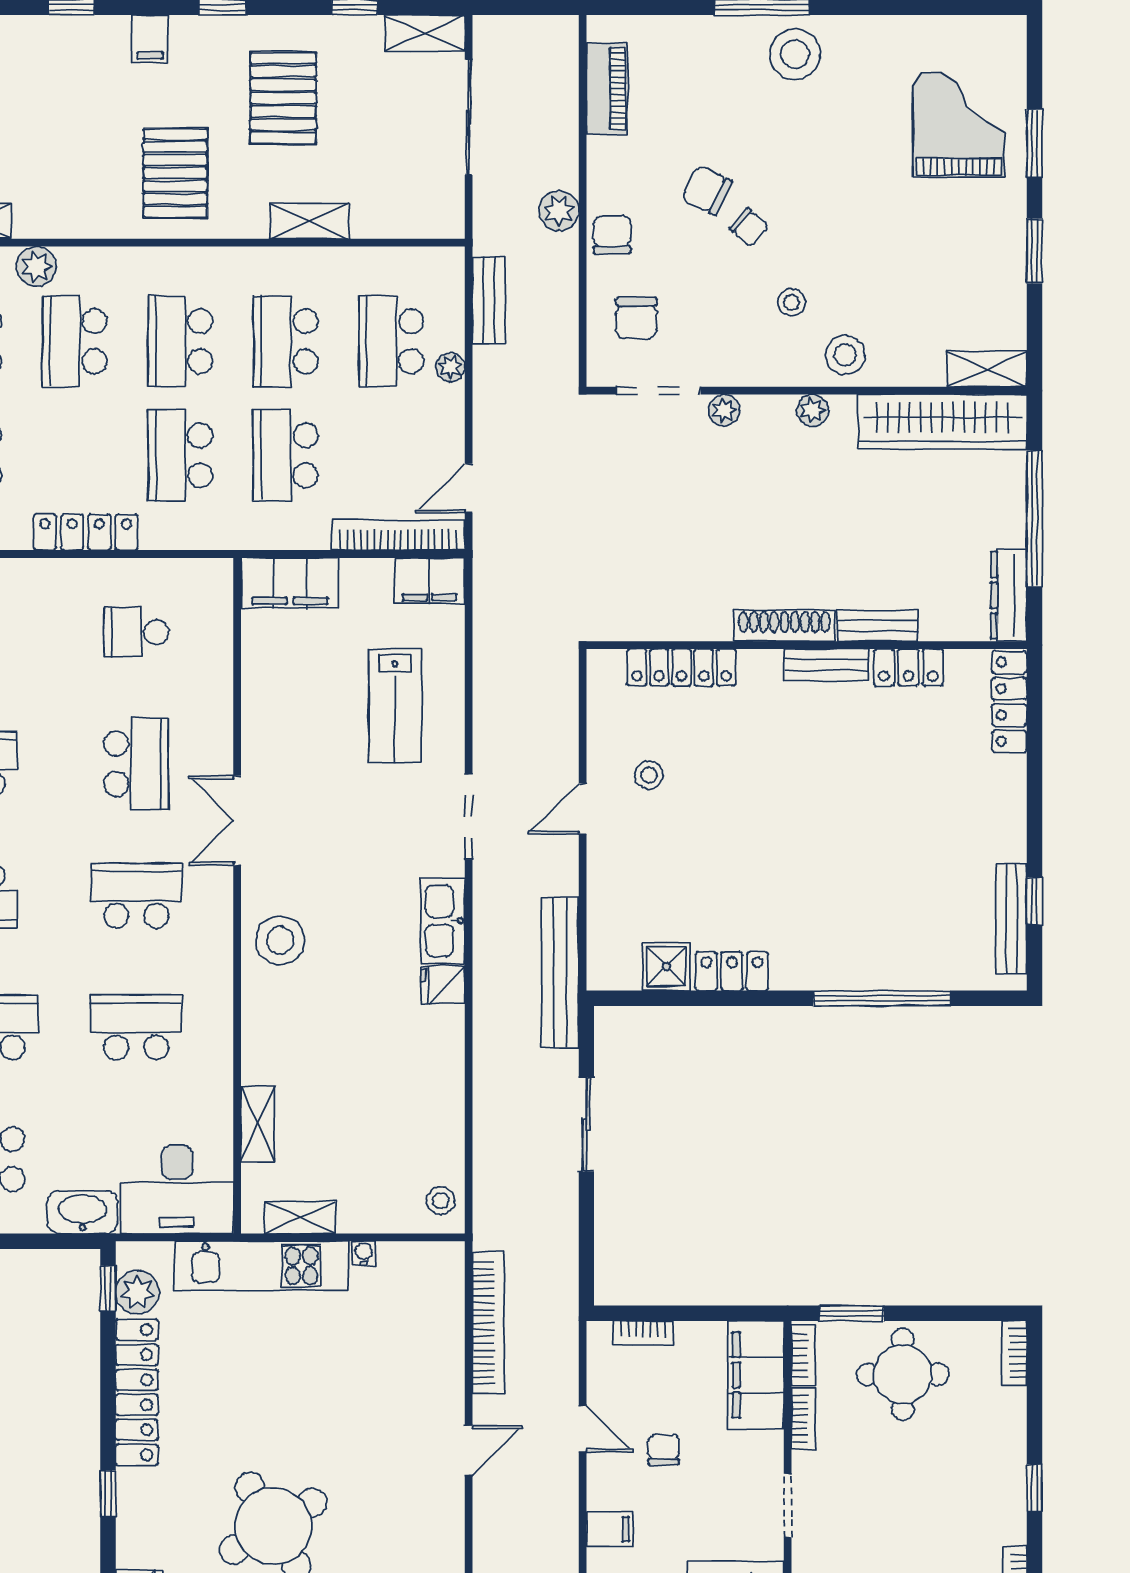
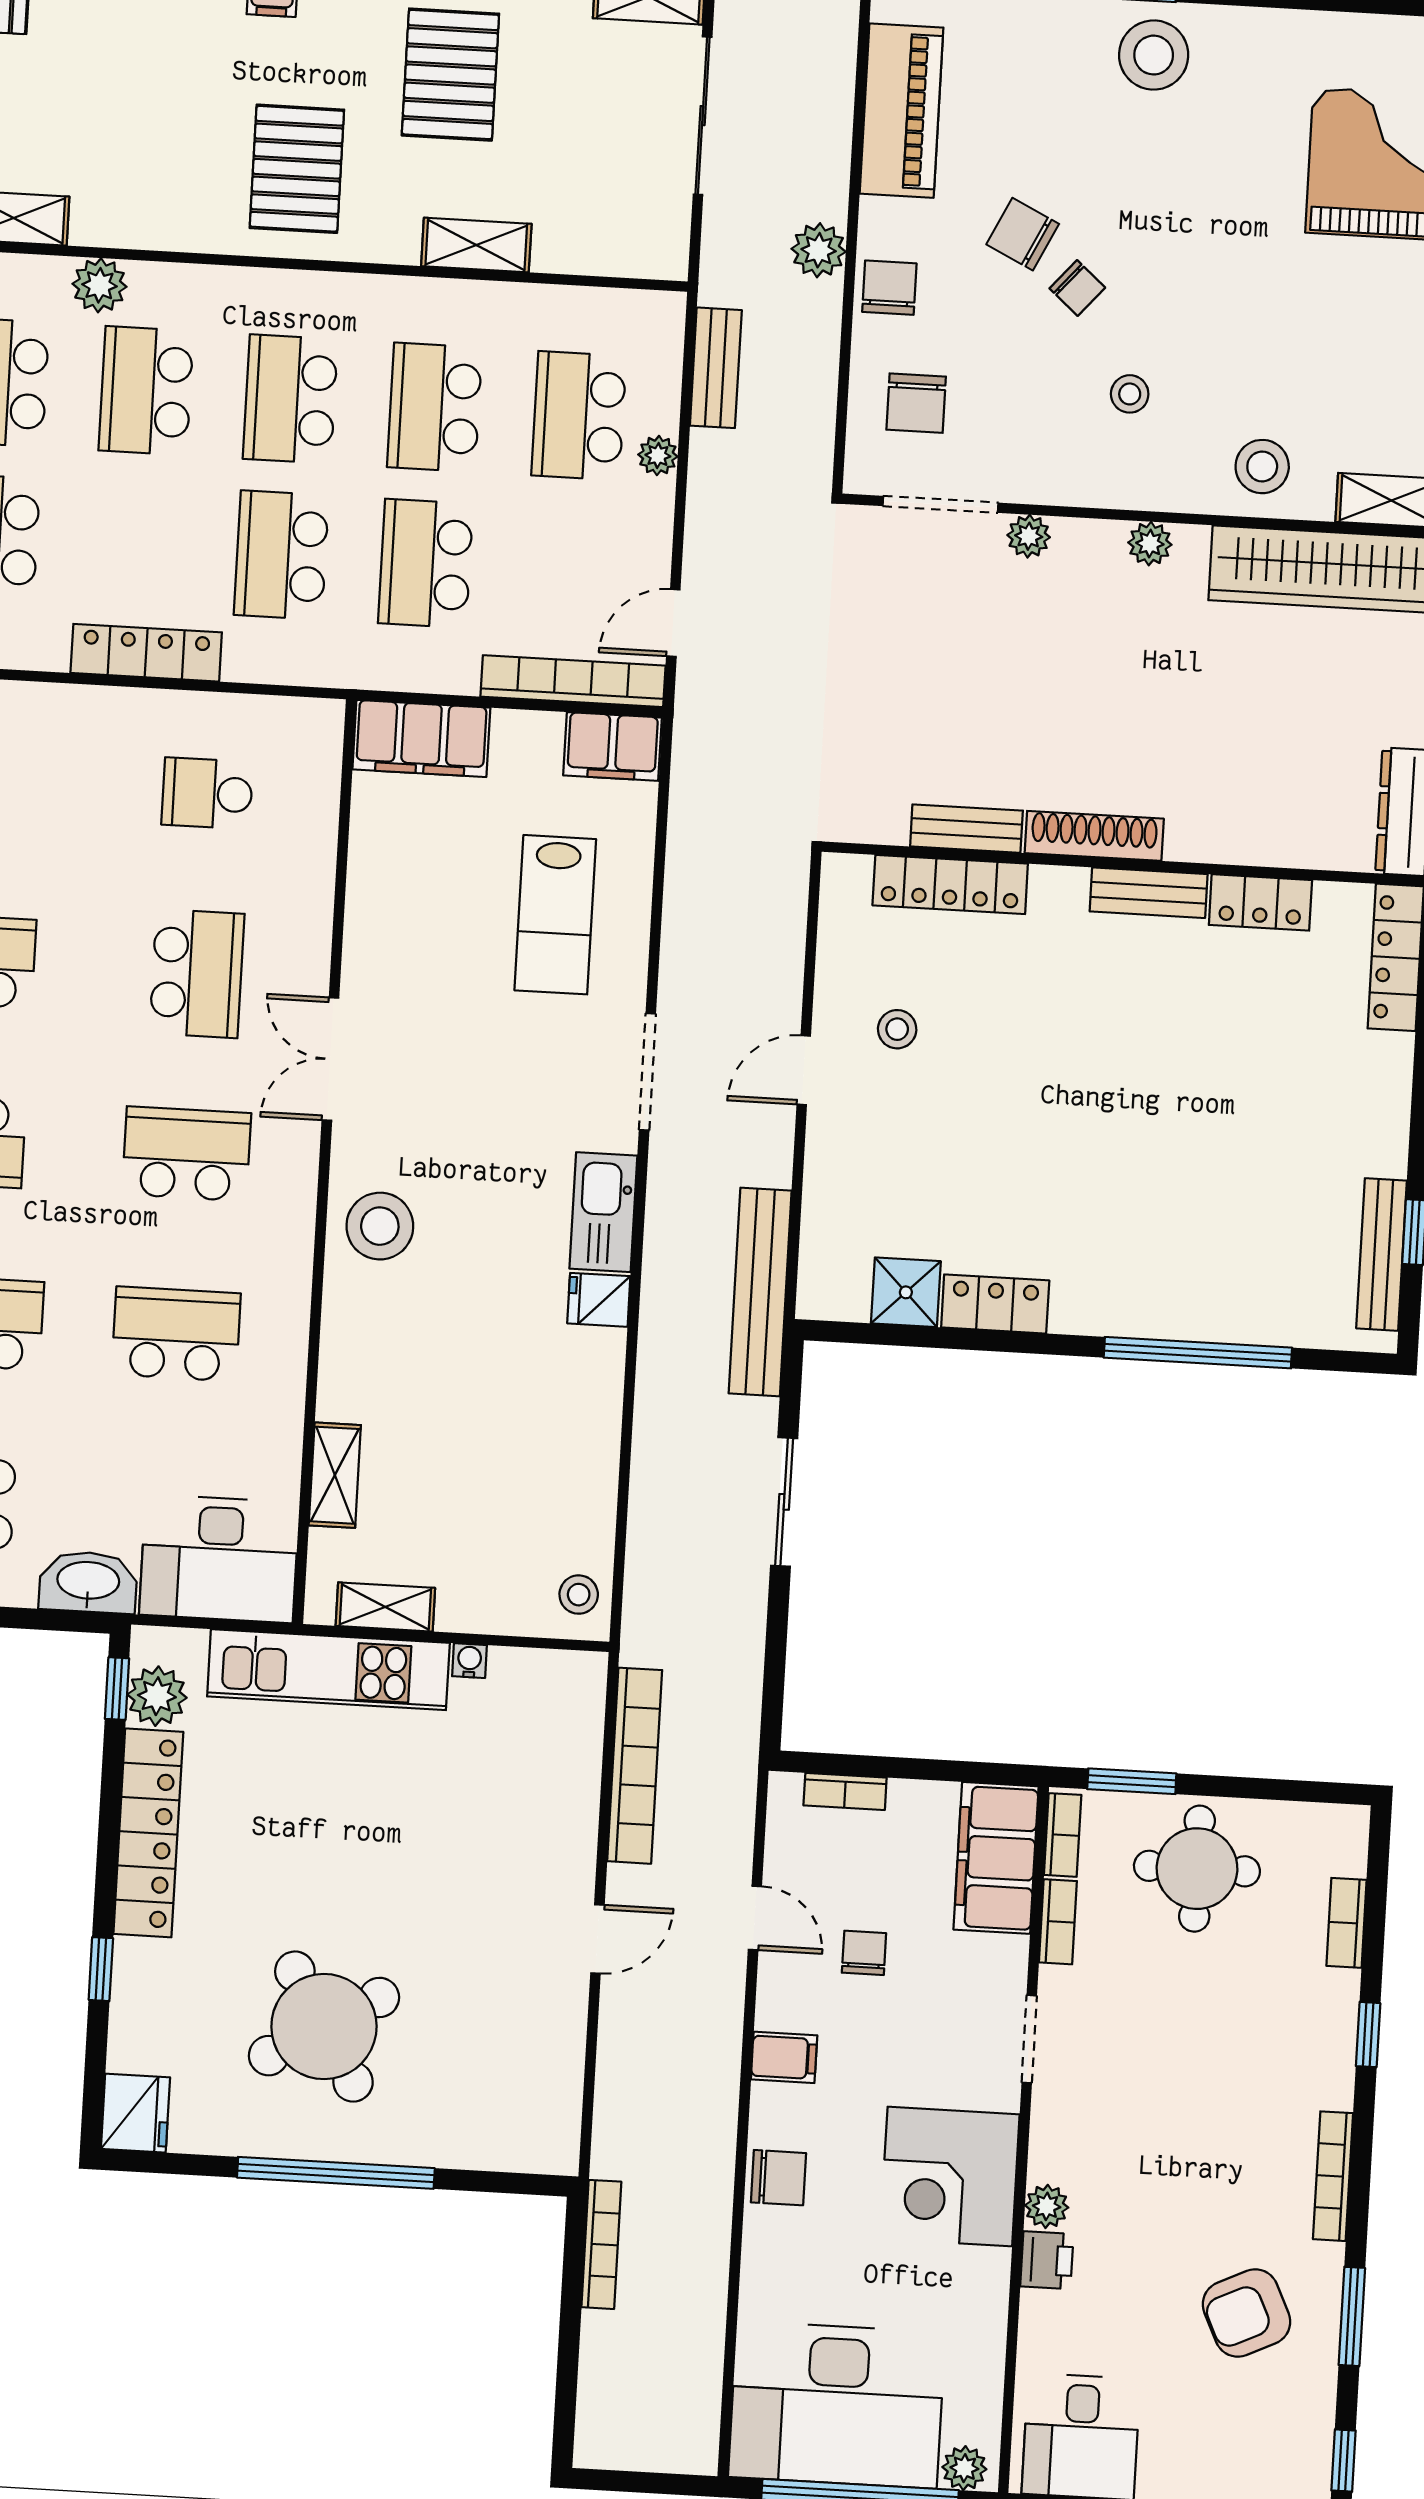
piano: (607, 89) -> (901, 111), width x1.37, depth x1.33
stool: (845, 355) -> (1262, 467), moved
bench: (878, 626) -> (966, 829), moved
bookcase: (1014, 1353) -> (1346, 1923), moved

